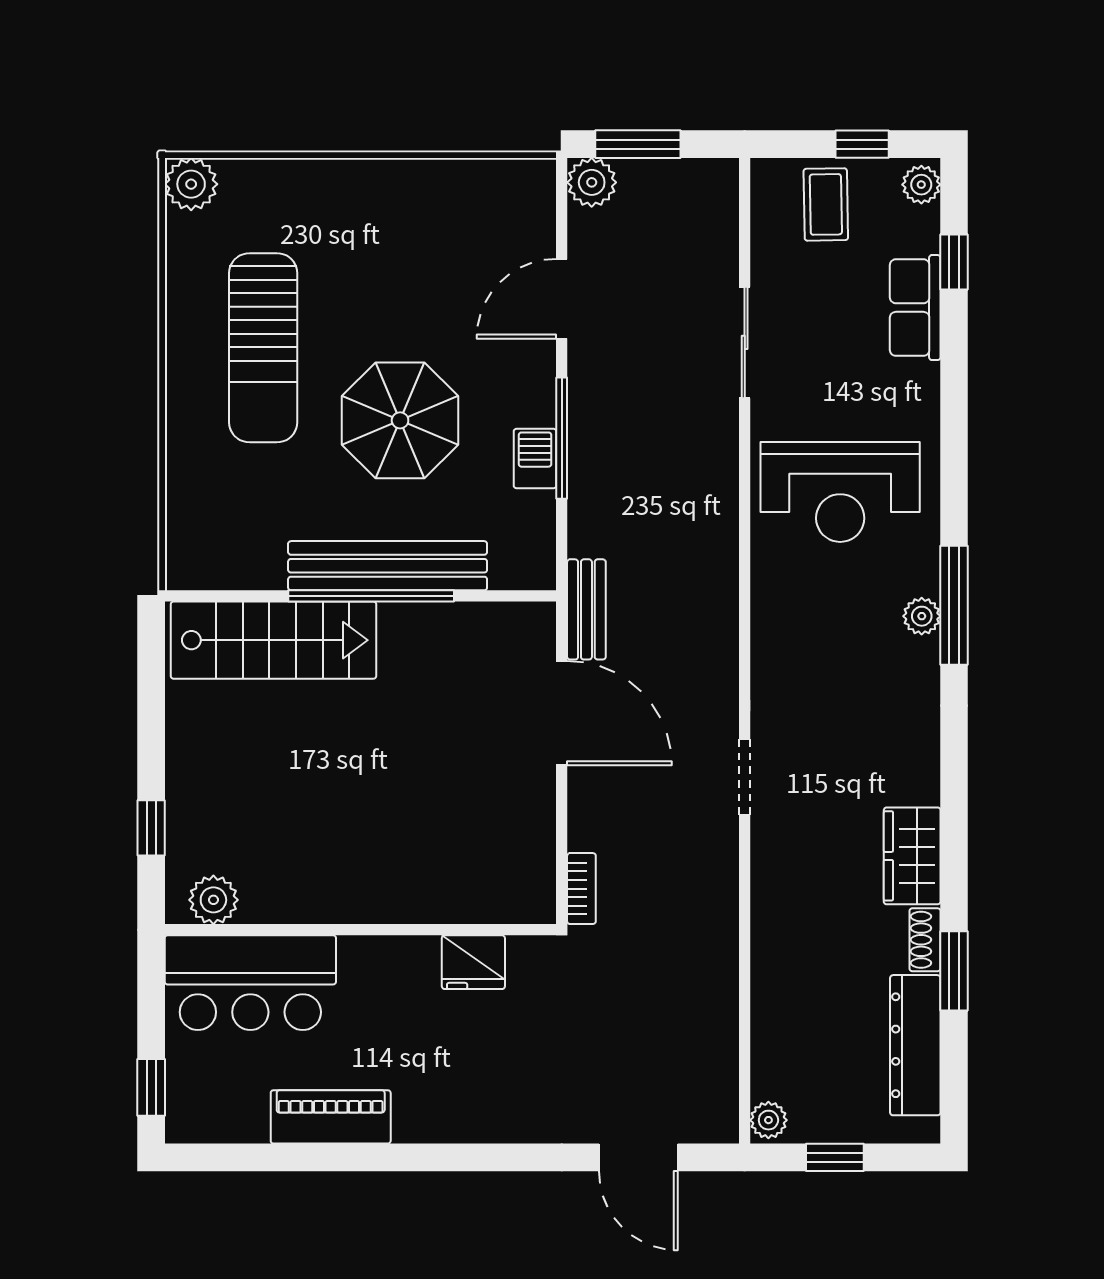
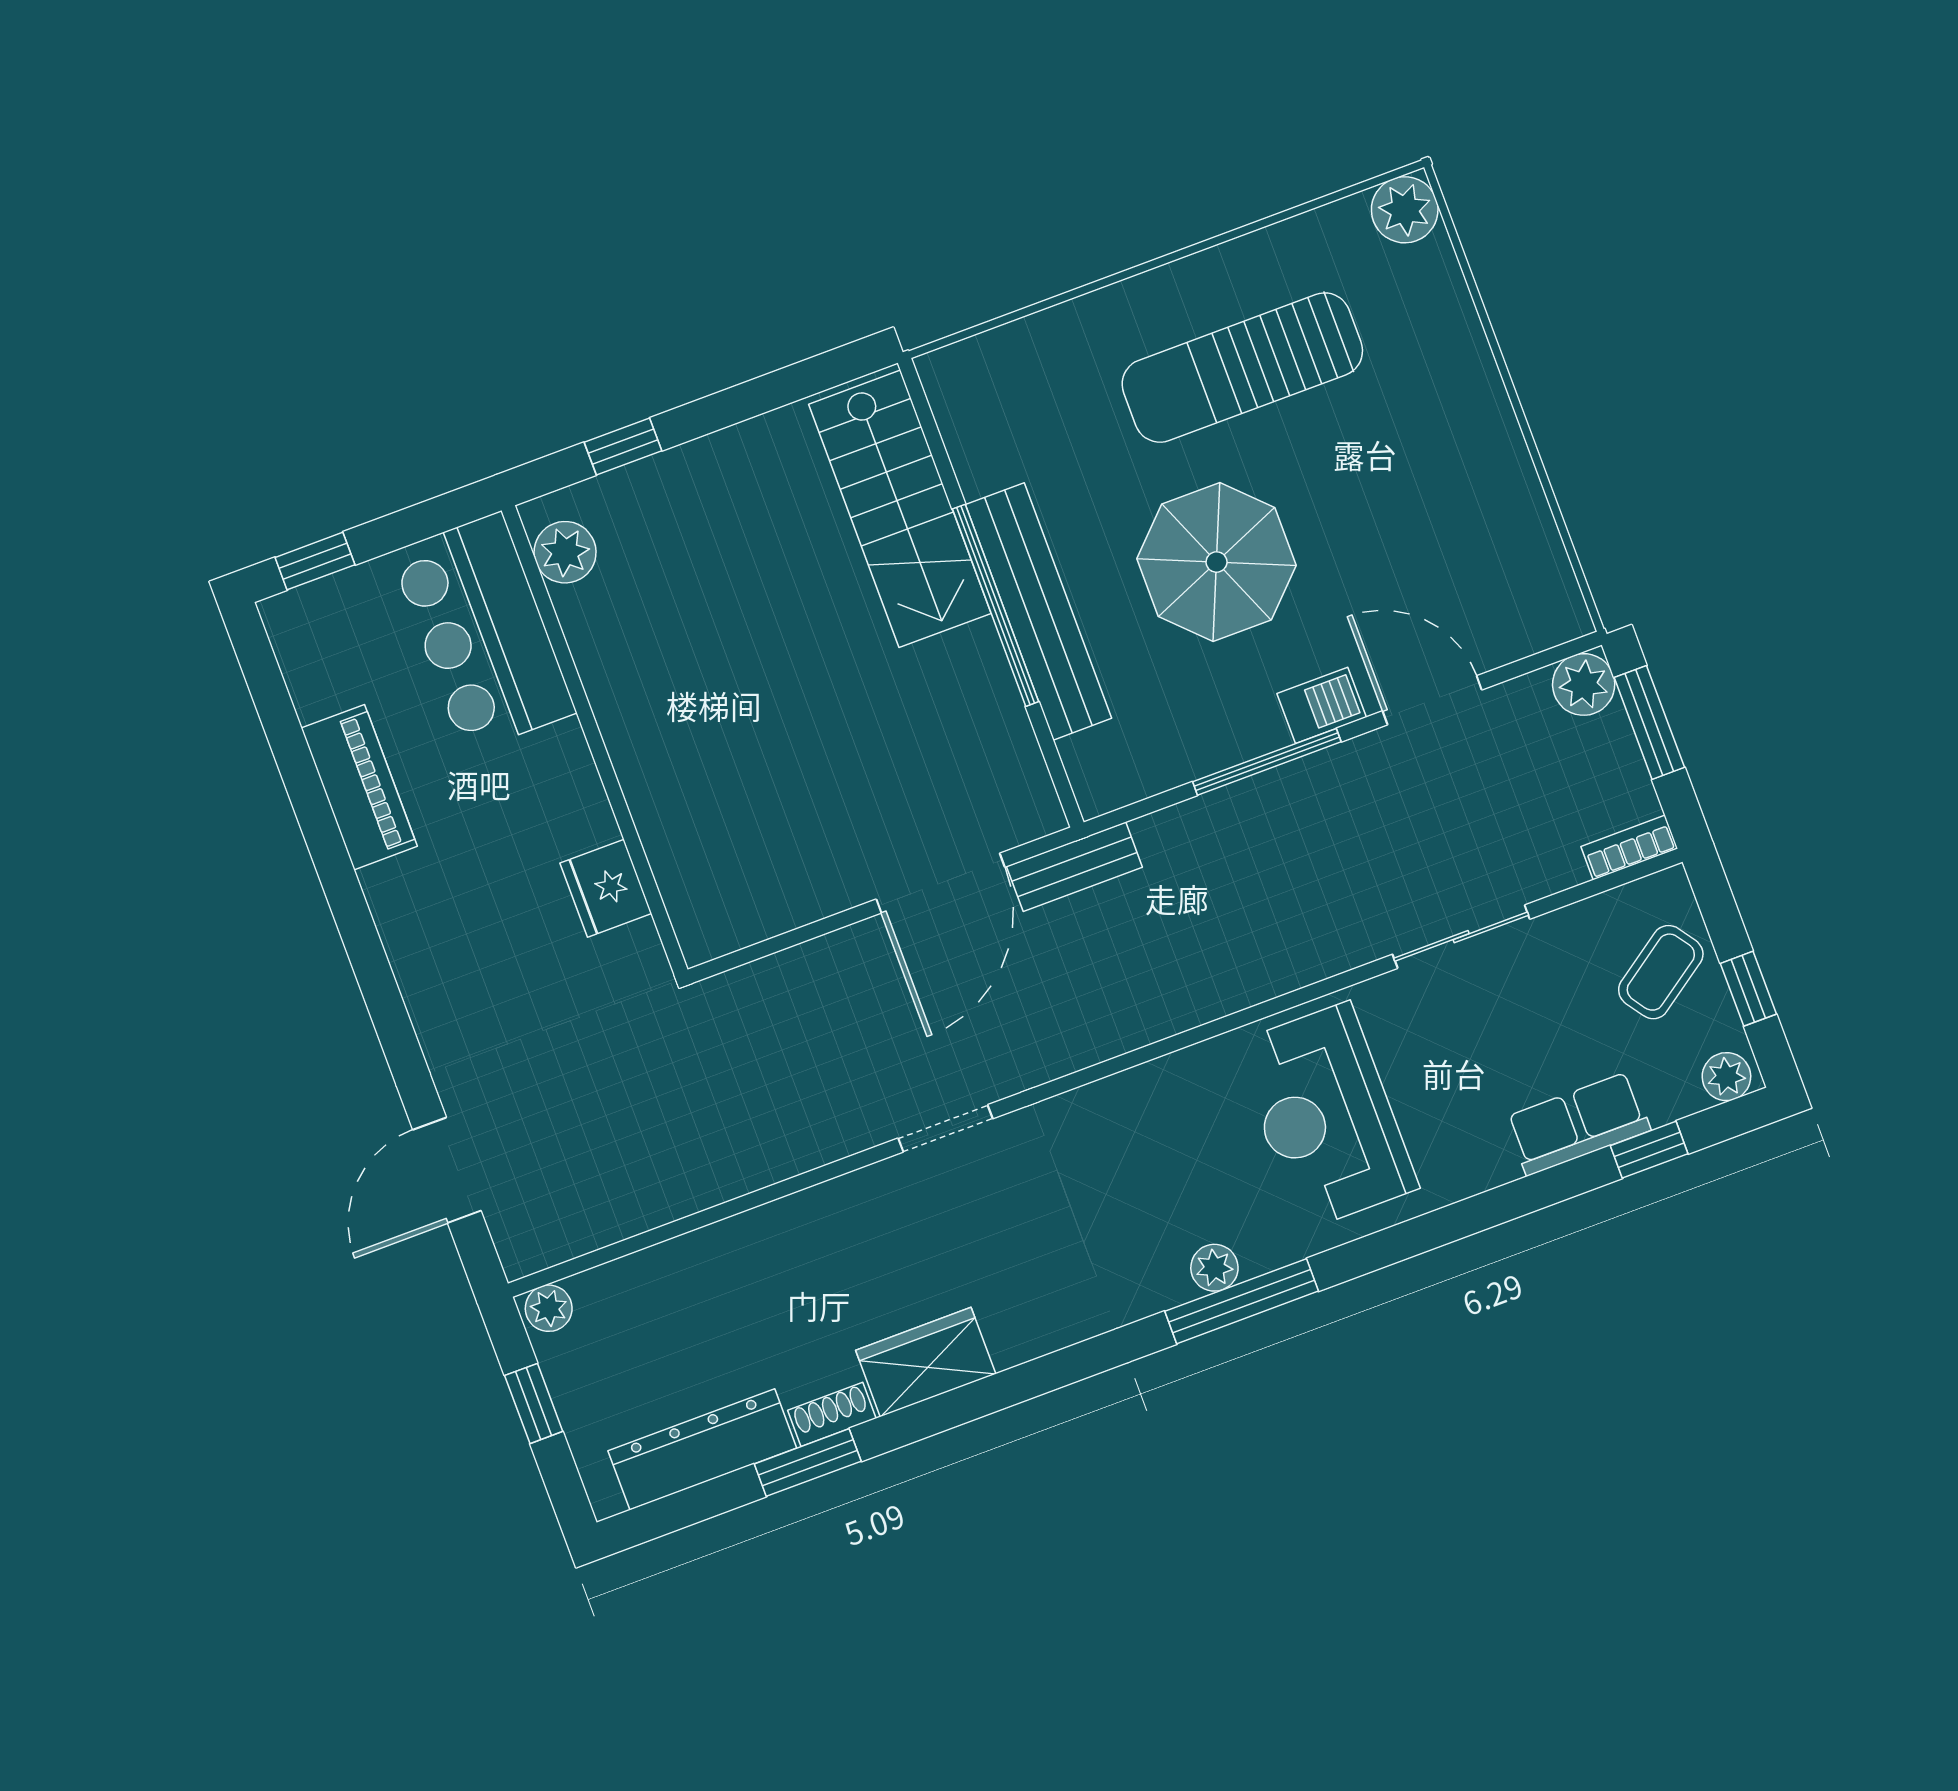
coffee table: (826, 204) -> (1661, 972), turned -34
barbecue: (535, 459) -> (1322, 705), moved
bookcase: (581, 889) -> (1629, 847), moved, turned 180

